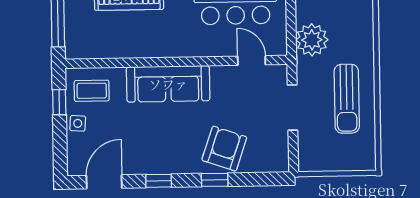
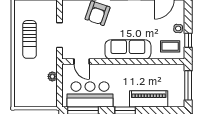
plant: (312, 40) -> (52, 76), width x0.53, depth x0.53
sun lounger: (347, 99) -> (30, 39), turned 180

